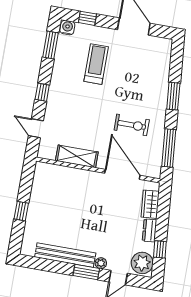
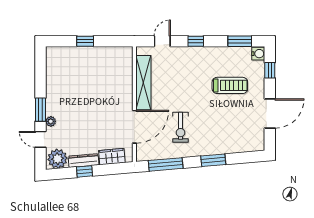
shelving: (77, 156) -> (143, 83), width x1.47
dresser: (149, 230) -> (84, 161), width x1.44
window: (160, 249) -> (84, 171), moved
bench: (65, 255) -> (52, 88), removed

